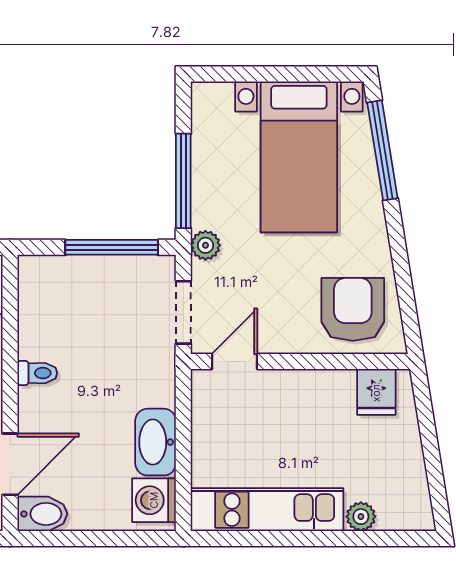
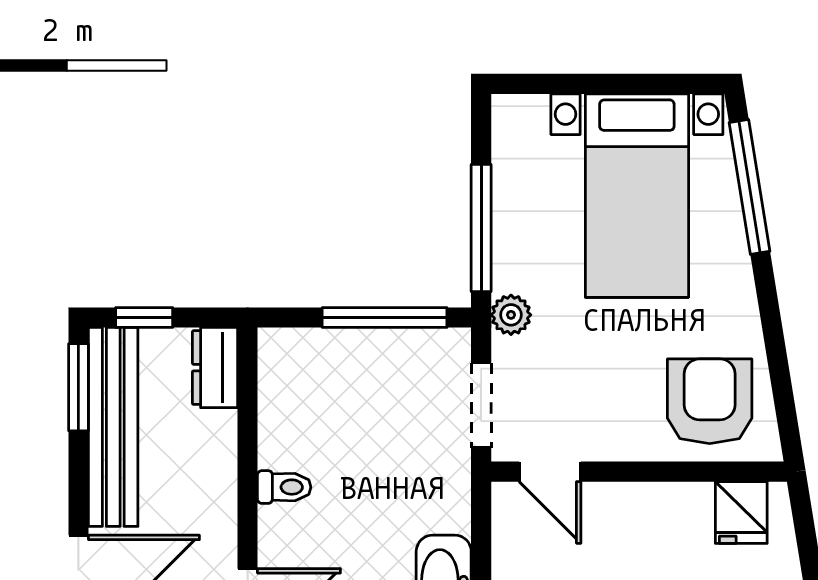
door: (234, 362) -> (550, 472), swing flipped

